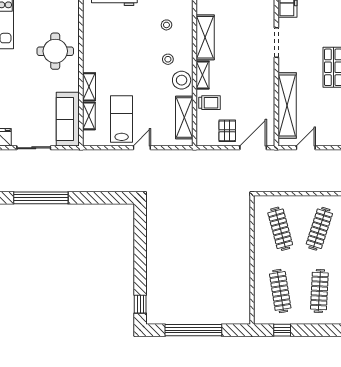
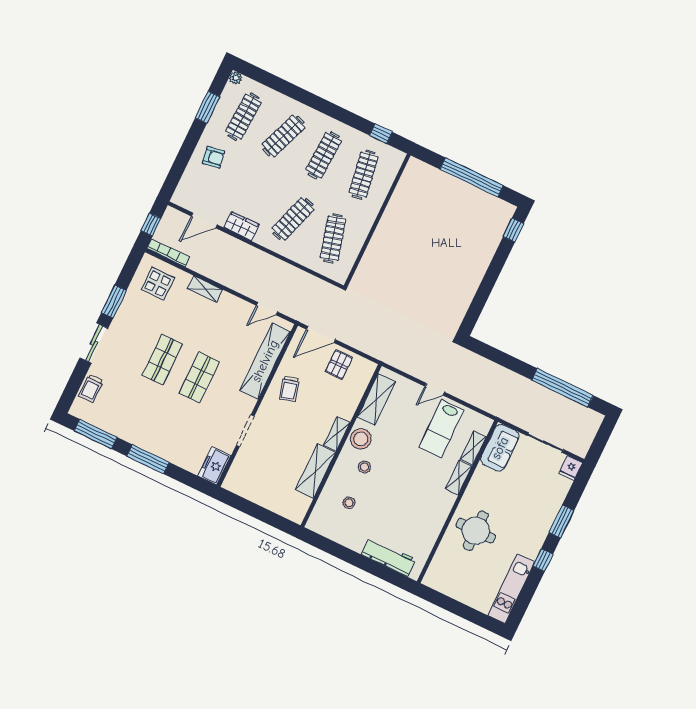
trolley: (210, 103) -> (289, 389), moved, turned -105
sofa: (68, 119) -> (500, 448), width x0.73

